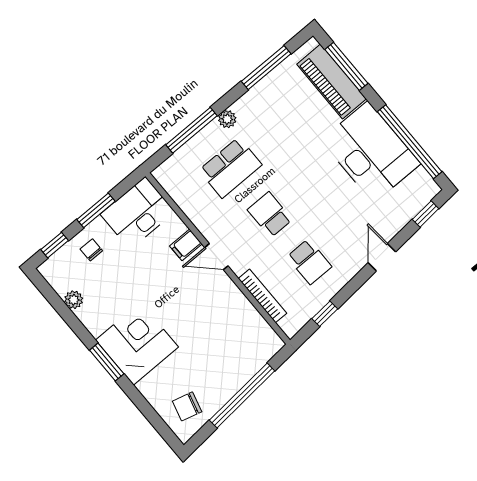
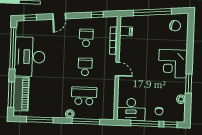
window: (96, 210) -> (145, 124), width x1.44
school desk: (270, 215) -> (85, 67), turned 180
filing cabinet: (186, 245) -> (126, 31), moved
window: (107, 362) -> (189, 84), moved

